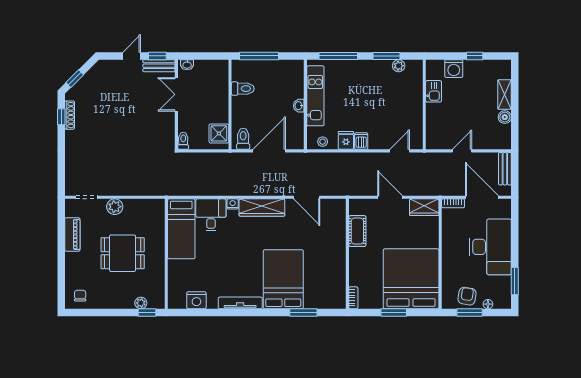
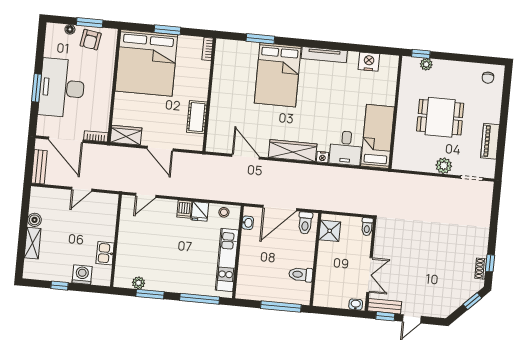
washbasin: (299, 106) -> (248, 223), moved
shoe rack: (70, 115) -> (481, 269), width x0.70
window: (515, 281) -> (36, 88), moved

